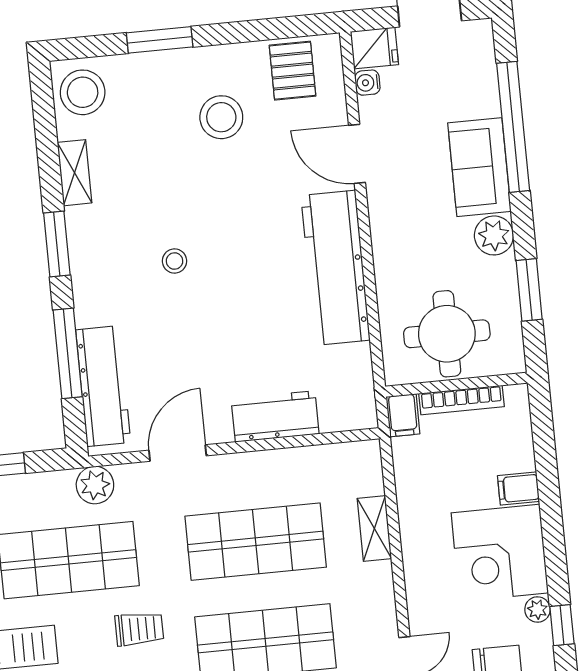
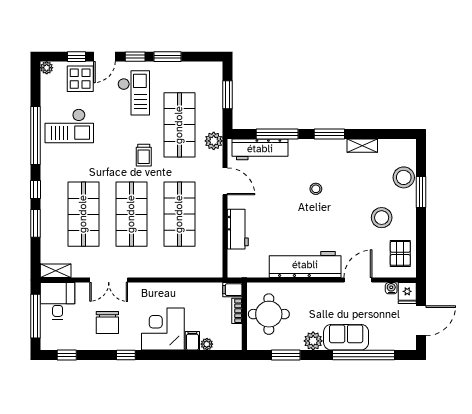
pallet: (293, 71) -> (400, 253), turned 90
stool: (83, 92) -> (404, 177), moved
bookcase: (462, 400) -> (237, 311), width x0.64
shelving: (374, 528) -> (180, 271), removed
plant: (537, 609) -> (207, 344), moved

